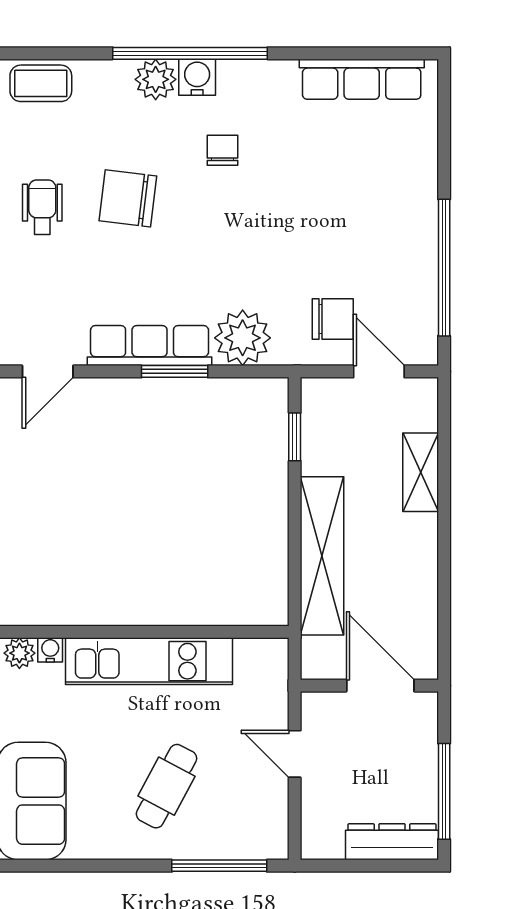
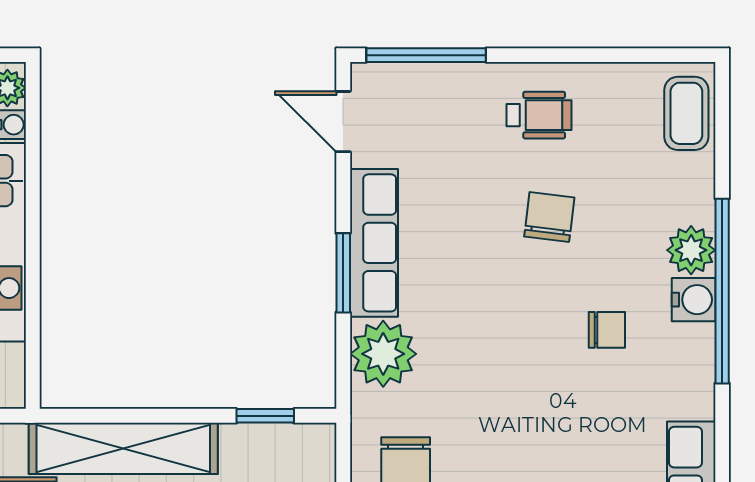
chair: (128, 198) -> (549, 217), width x0.73, depth x0.73

